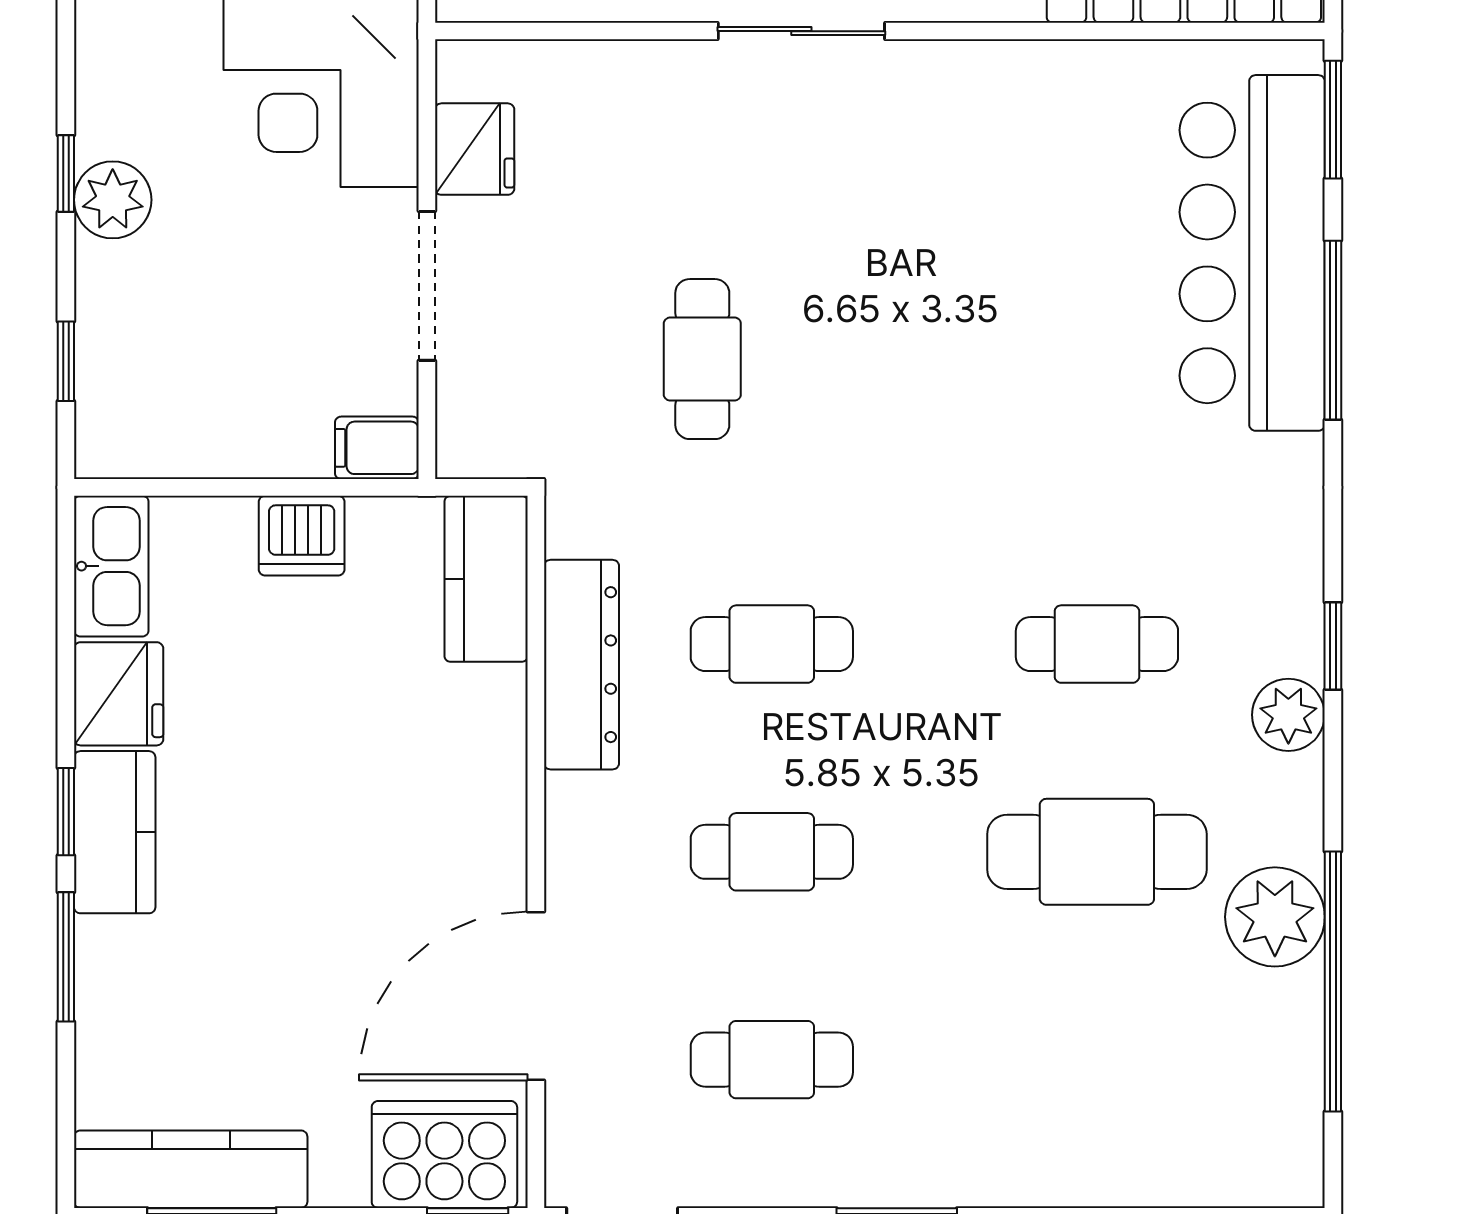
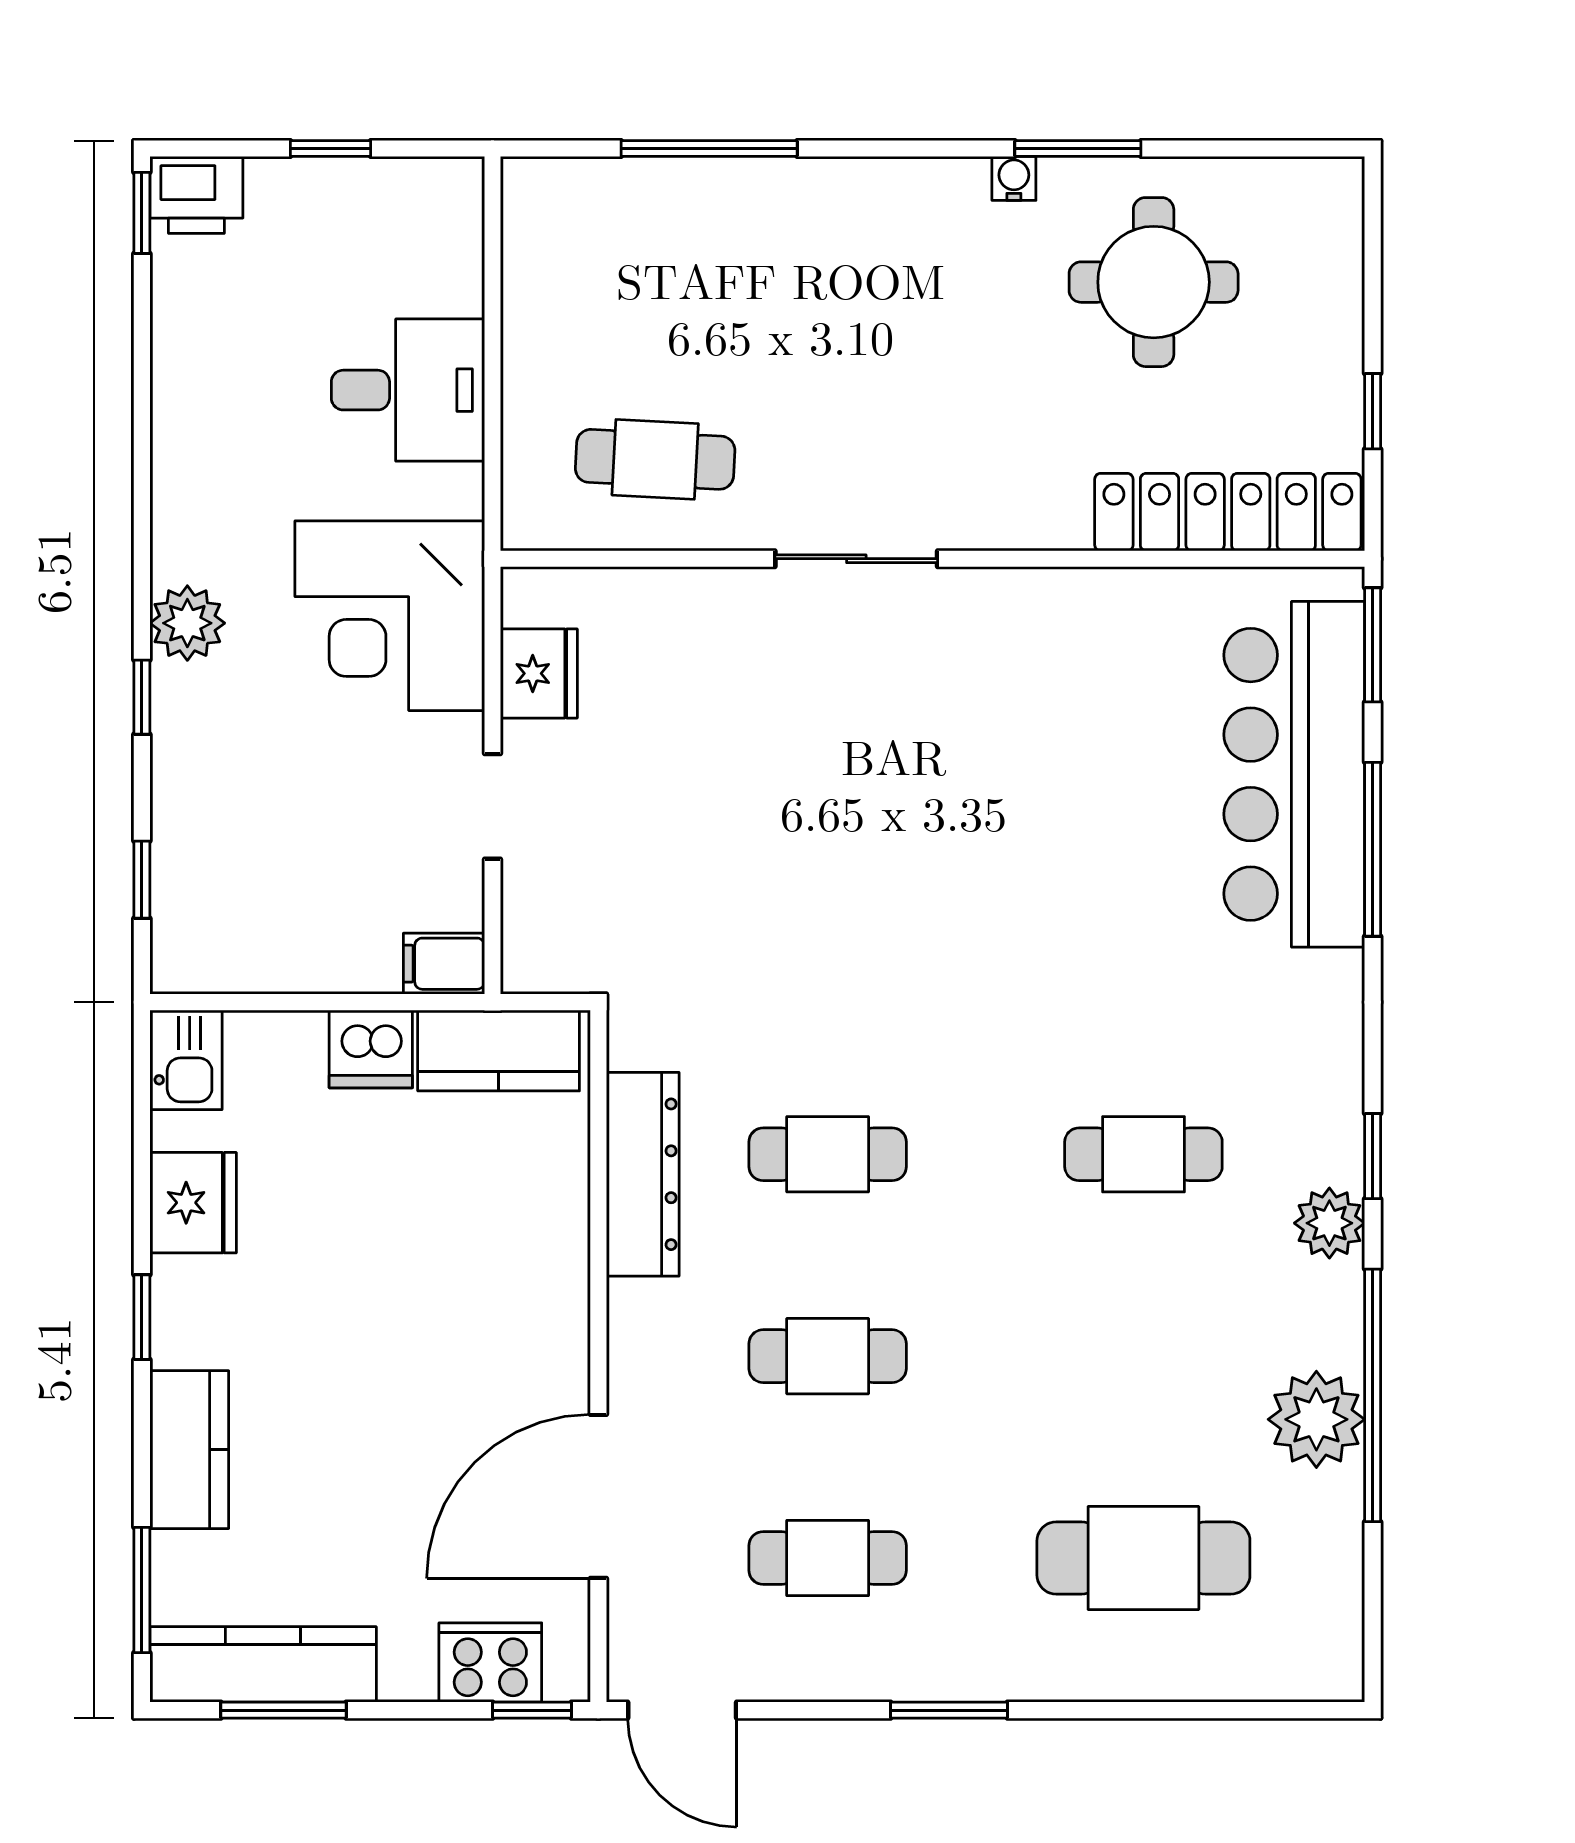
plant: (113, 200) -> (187, 623), moved
doorway: (427, 286) -> (493, 806), width x0.73
cafe table: (702, 359) -> (760, 877), removed
kitchen sink: (111, 566) -> (186, 1060), width x0.73
kitchen counter: (486, 579) -> (499, 1050), moved, turned -90
kitchen counter: (115, 832) -> (189, 1450), moved
cafe table: (1097, 852) -> (1143, 1558), moved
window: (66, 957) -> (142, 1590), moved
window: (1333, 982) -> (1373, 1395), moved
cooker: (444, 1154) -> (490, 1662), width x0.73, depth x0.76

